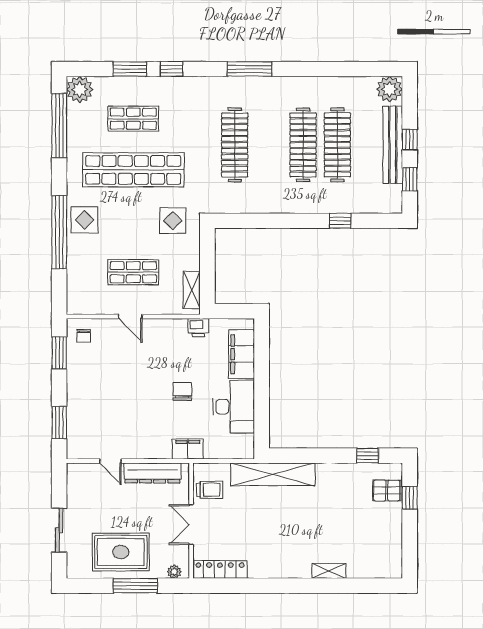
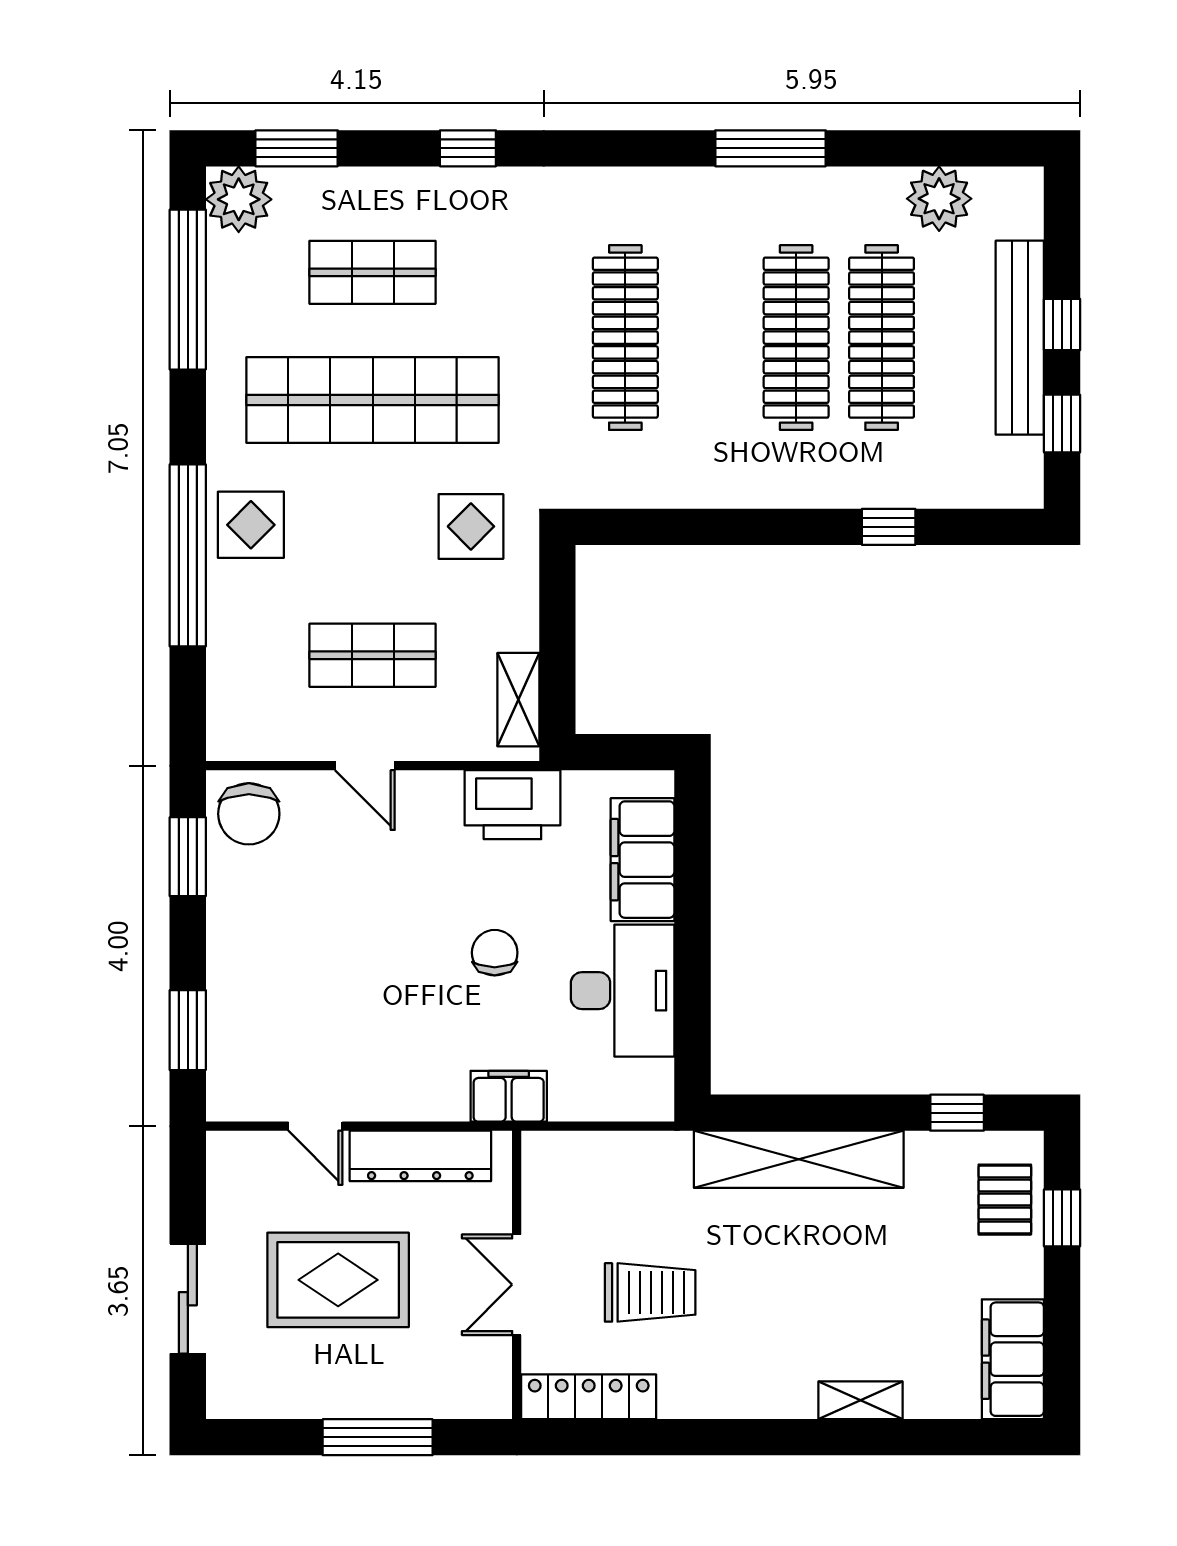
window: (130, 69) -> (297, 148), moved
window: (250, 69) -> (770, 148), moved
plant: (390, 89) -> (939, 199), moved
printer: (198, 328) -> (512, 805), width x1.87, depth x1.48
chair: (84, 336) -> (249, 814), width x1.87, depth x1.87
shelving: (273, 474) -> (799, 1159), moved
trolley: (210, 490) -> (650, 1292), moved, width x1.36, depth x1.39
pallet: (387, 490) -> (1005, 1200), turned 90
rug: (121, 552) -> (338, 1280), moved
filing cabinet: (390, 554) -> (1013, 1359), added
plant: (174, 572) -> (475, 1402), removed

